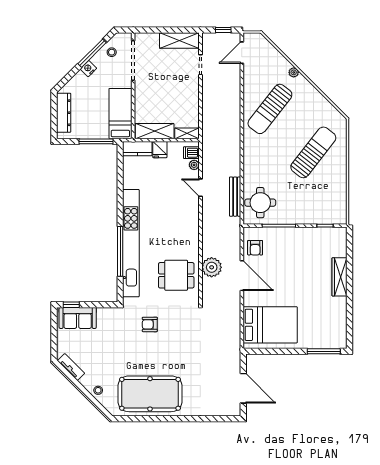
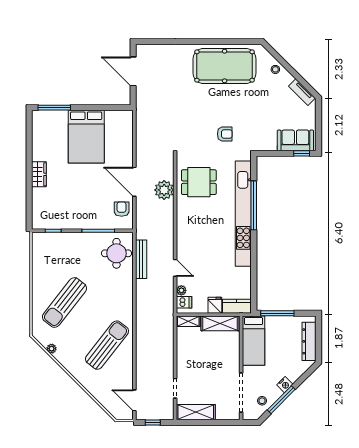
door: (242, 53) -> (134, 400), swing flipped
plant: (294, 72) -> (52, 349), moved
wardrobe: (339, 277) -> (39, 174), width x0.67
bed: (270, 325) -> (86, 137), moved, turned -90

